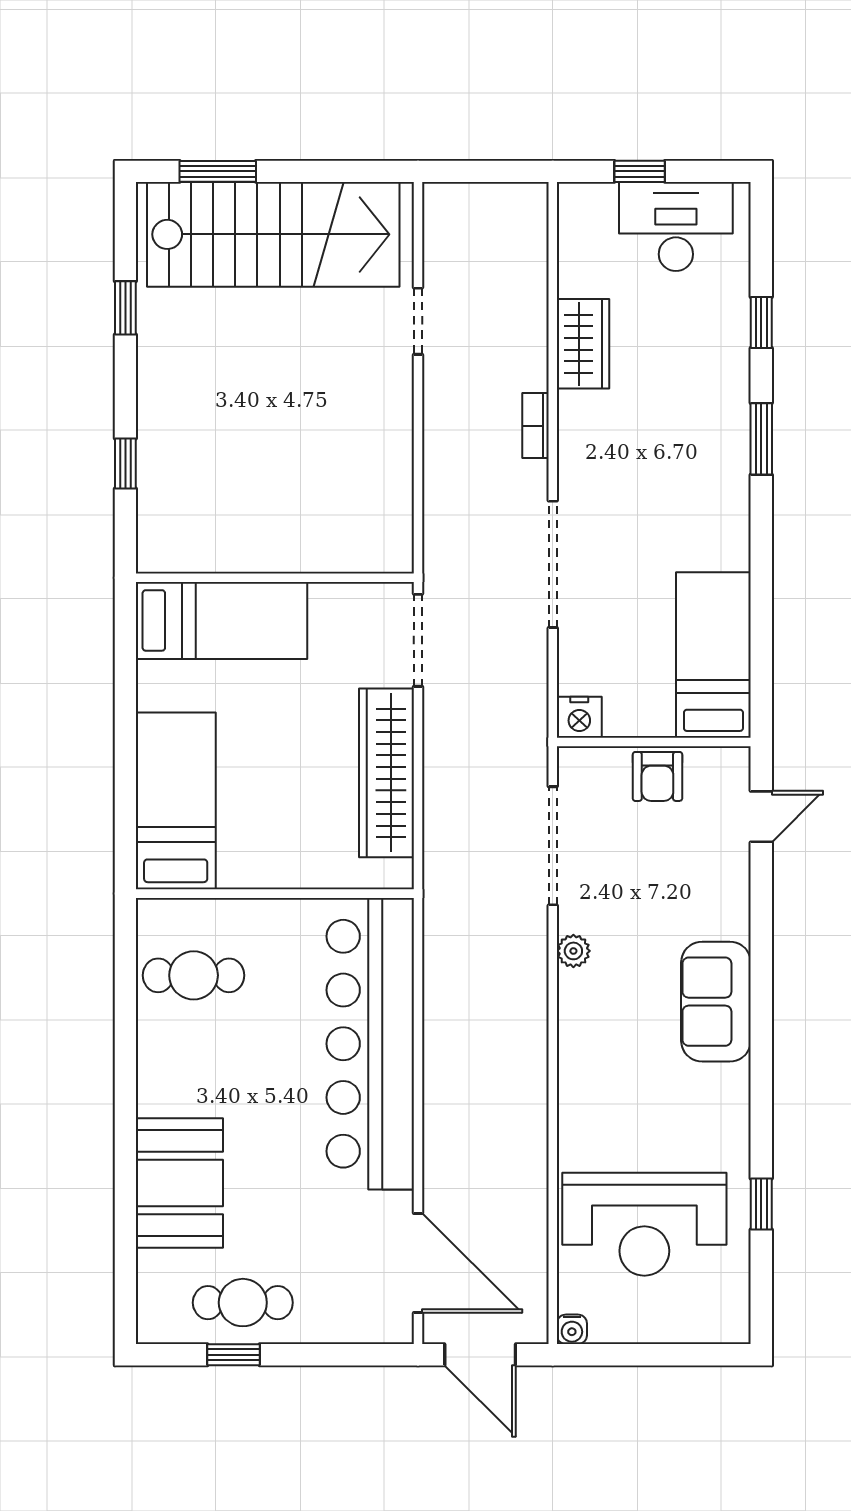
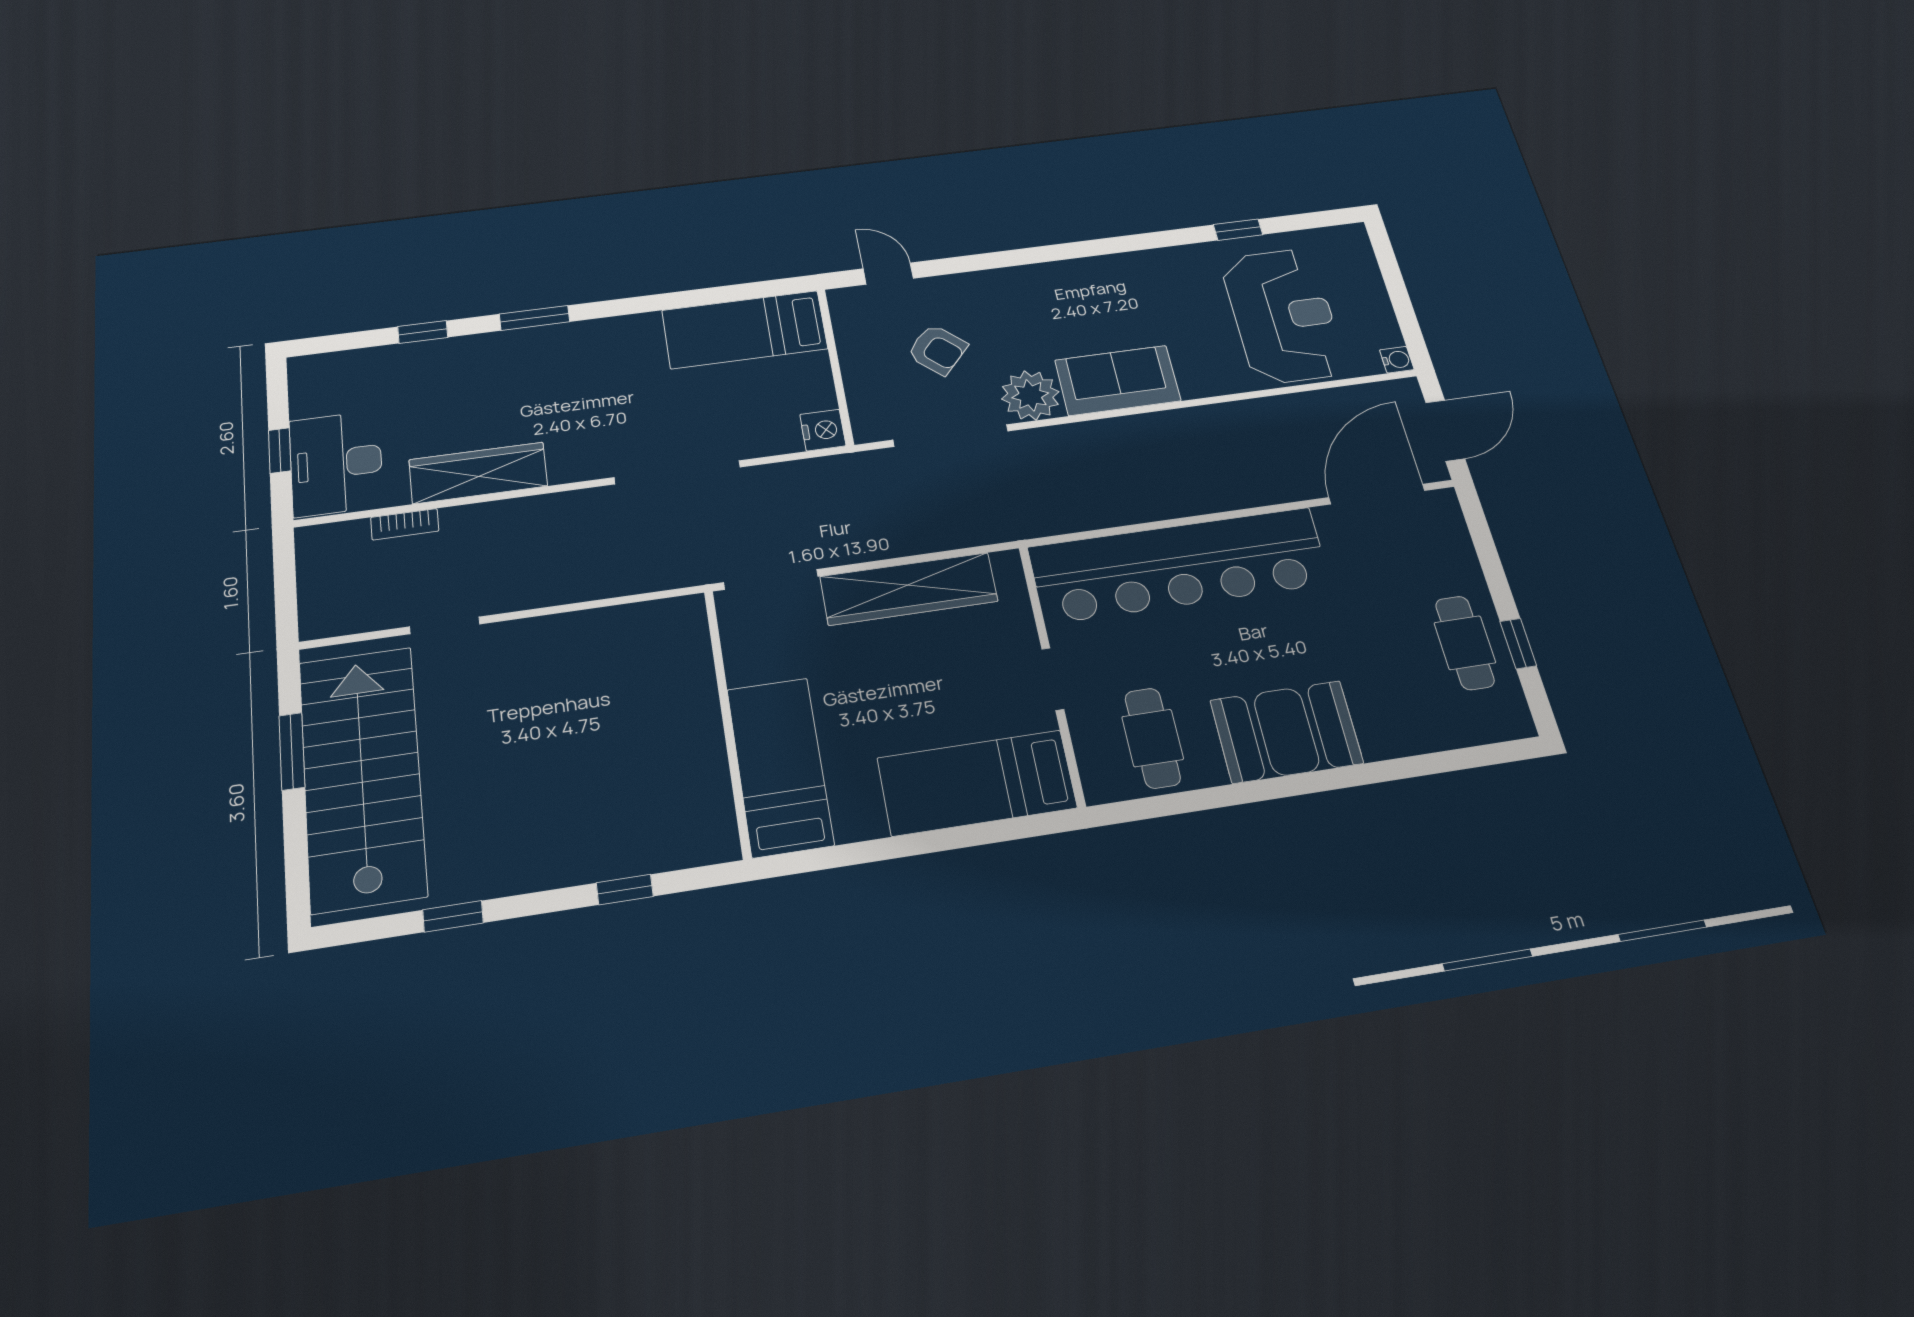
window: (218, 171) -> (292, 751), moved
desk: (676, 227) -> (336, 463), moved
wardrobe: (583, 344) -> (478, 473), width x1.50
bookcase: (536, 426) -> (405, 524), moved
armchair: (657, 776) -> (937, 350), moved, turned 42
doorway: (269, 894) -> (1053, 679), added
plant: (573, 951) -> (1030, 395), width x1.88, depth x1.88
sofa: (716, 1002) -> (1118, 380), moved, turned 180
booth: (179, 1183) -> (1286, 732), moved

